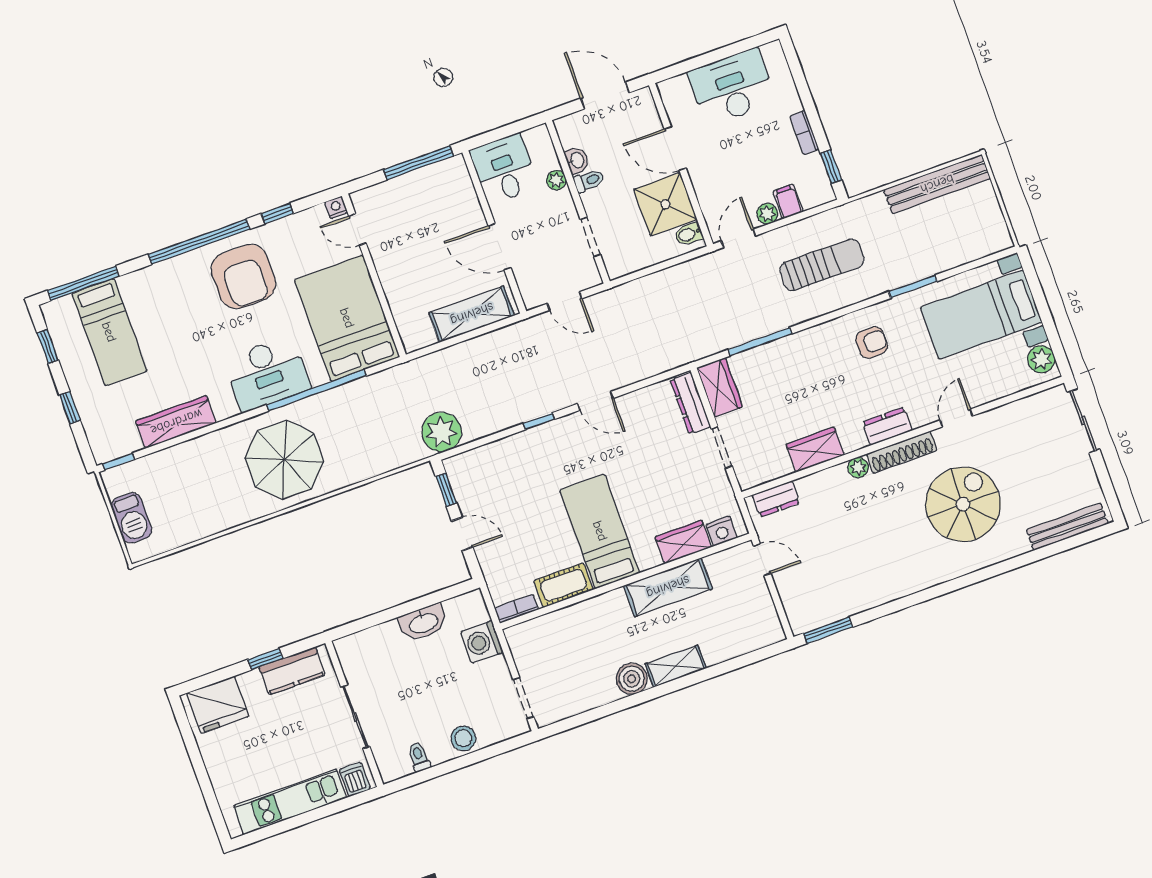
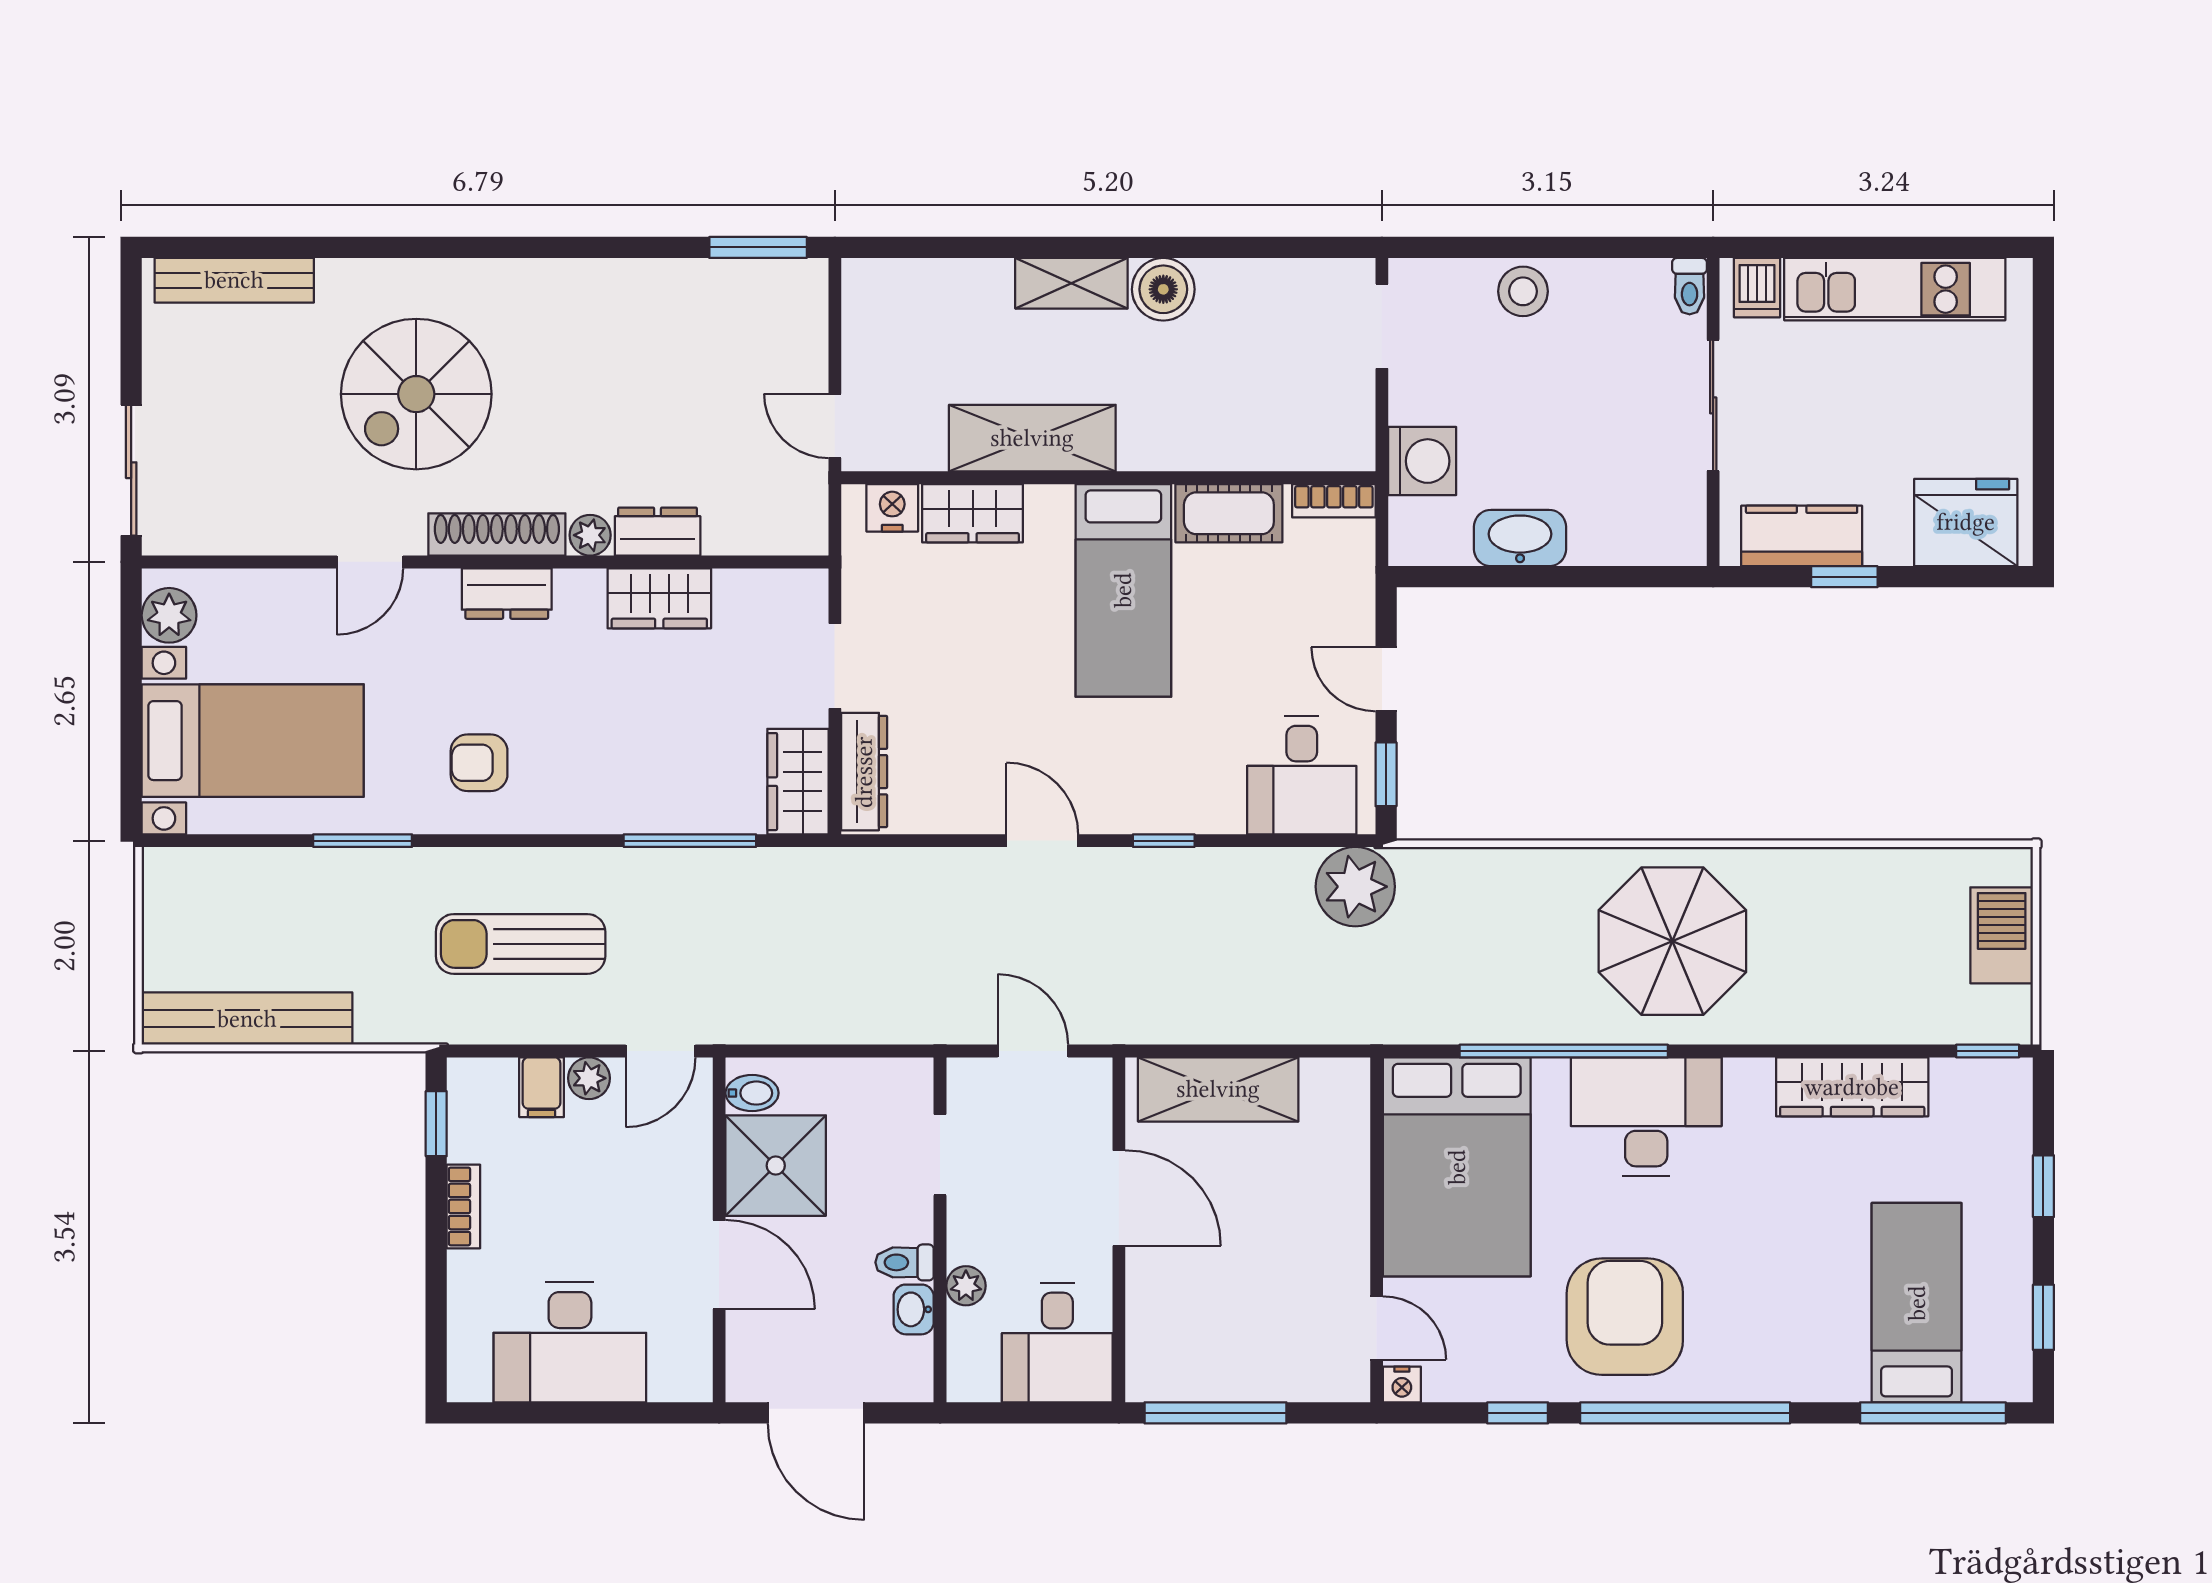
desk: (485, 475) -> (1302, 775), added
dresser: (776, 499) -> (658, 532), moved
toilet: (419, 757) -> (1690, 286), moved

